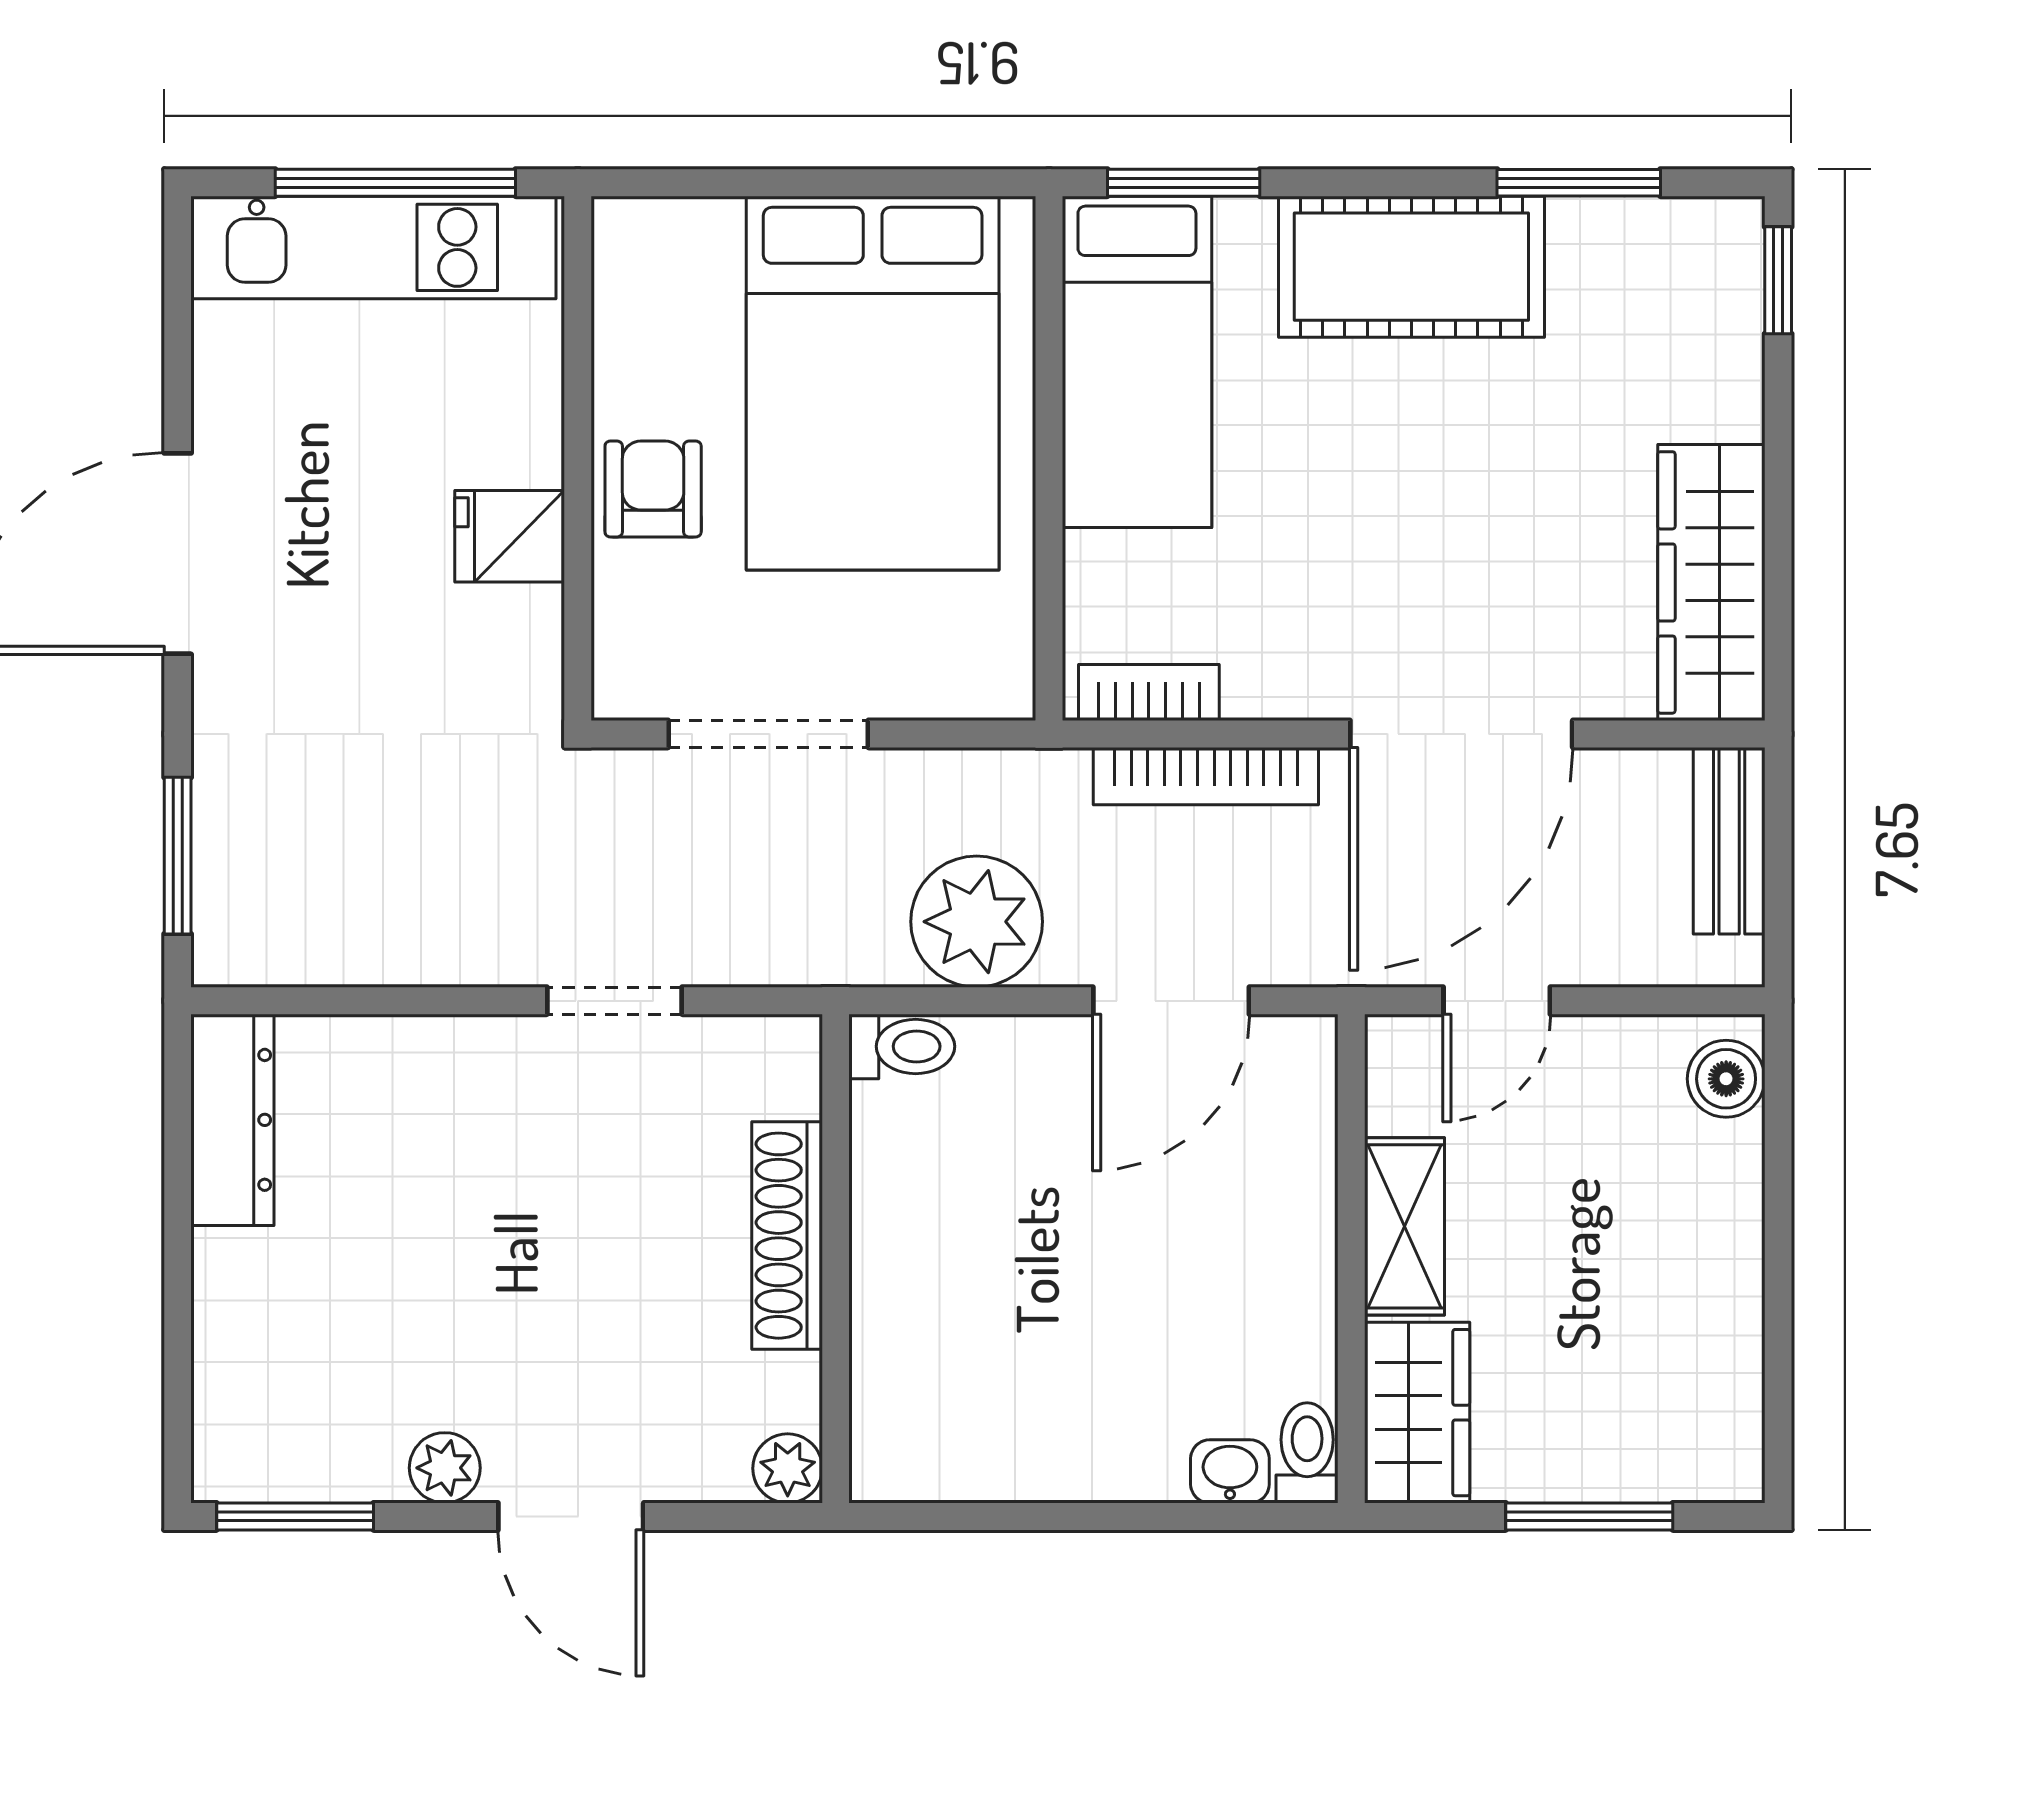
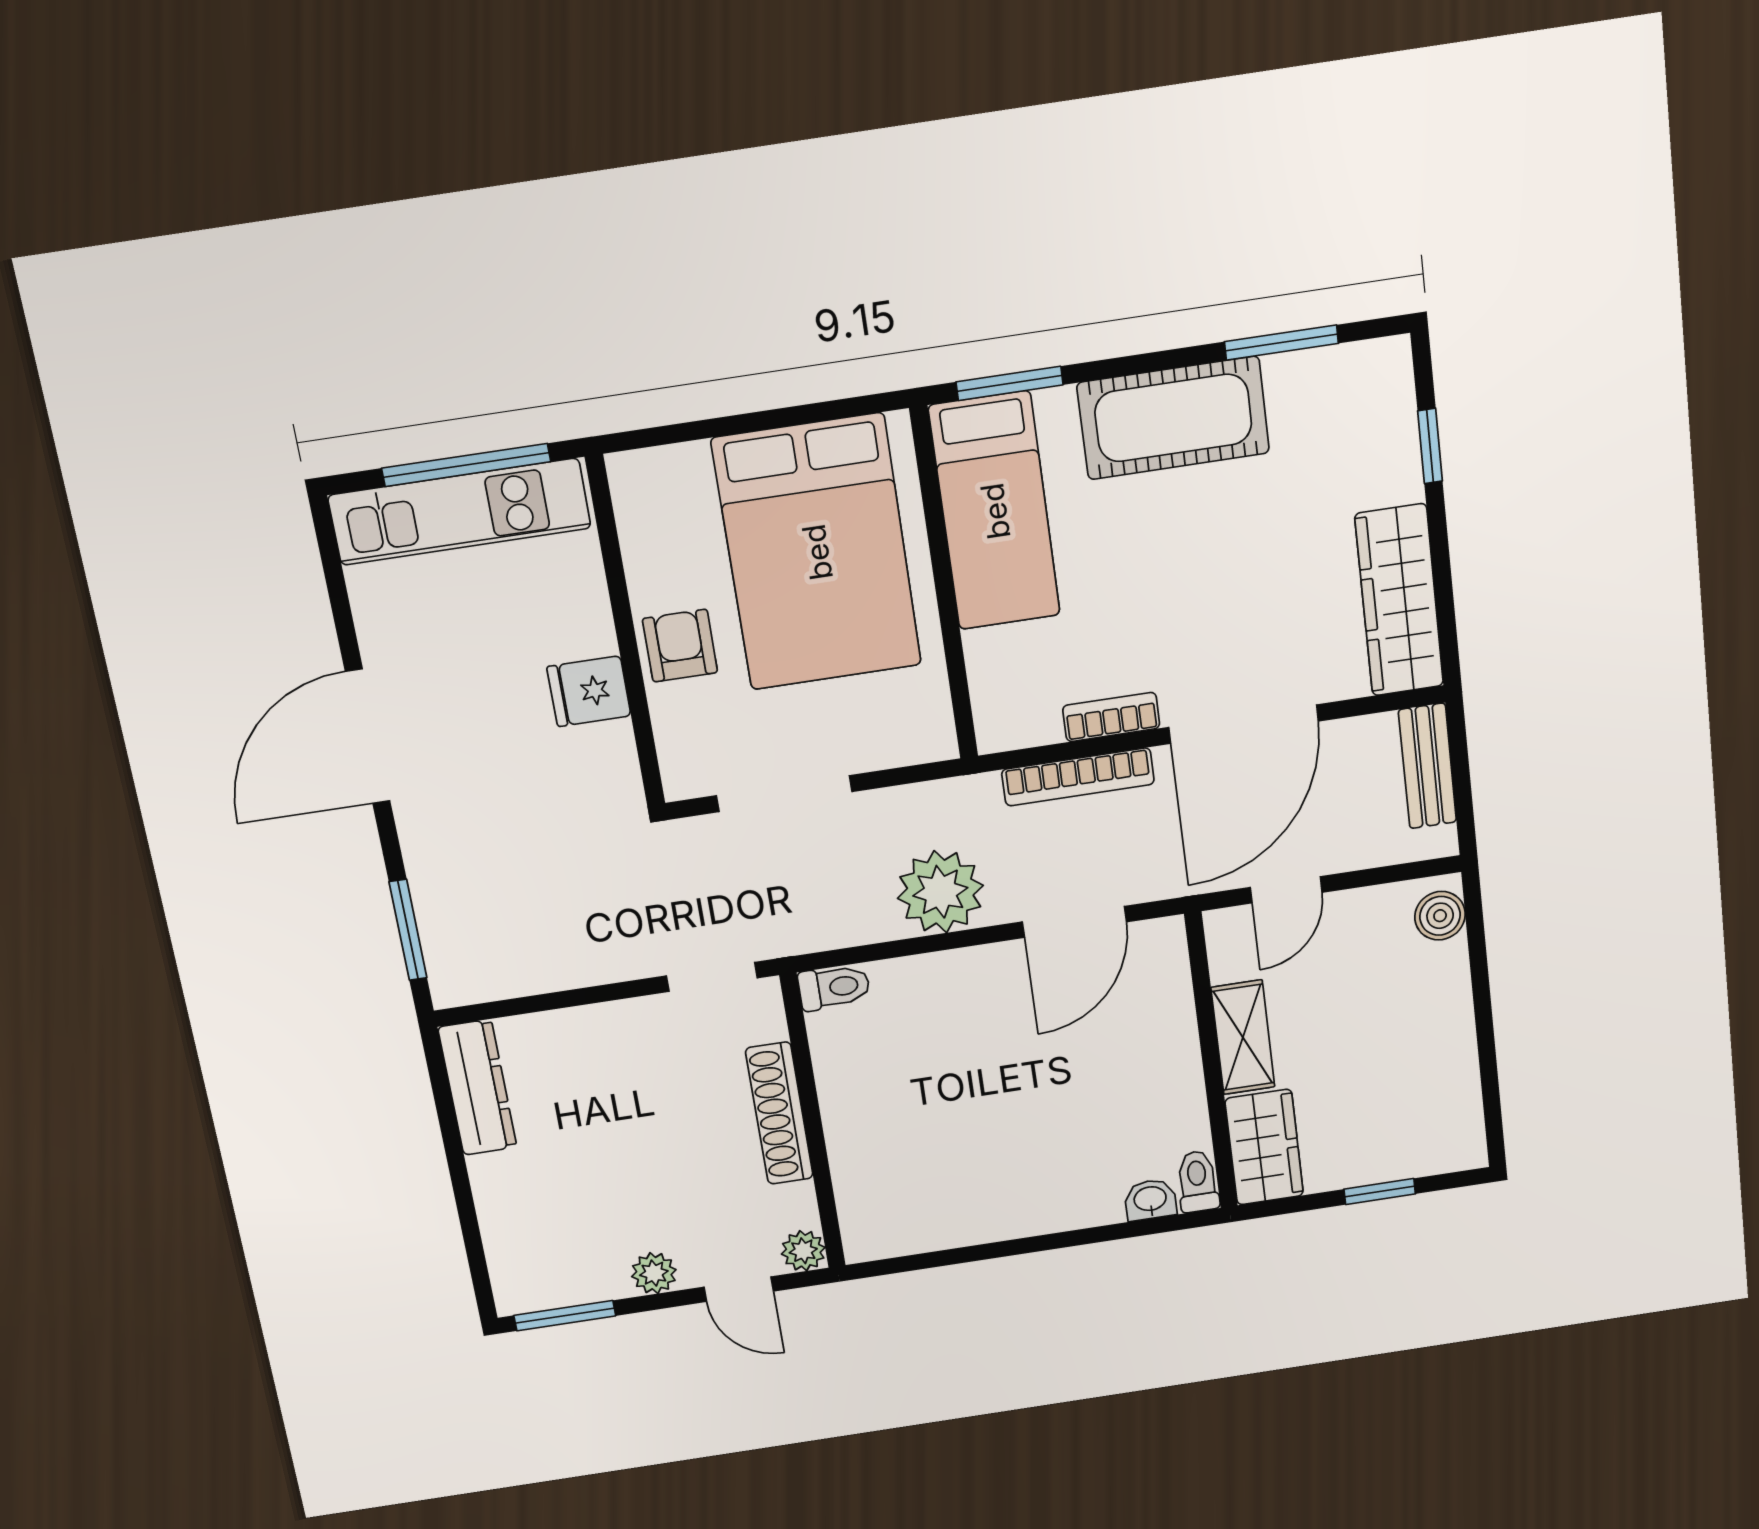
window: (1778, 280) -> (1430, 446), moved
bookcase: (1149, 692) -> (1111, 717), moved
toilet: (902, 1046) -> (834, 987), moved
shoe rack: (787, 1236) -> (779, 1113), moved
wall: (836, 1259) -> (813, 1122), moved
plant: (788, 1468) -> (803, 1251), moved
door: (571, 1516) -> (739, 1289), width x0.73
window: (1589, 1516) -> (1380, 1192), width x0.67

